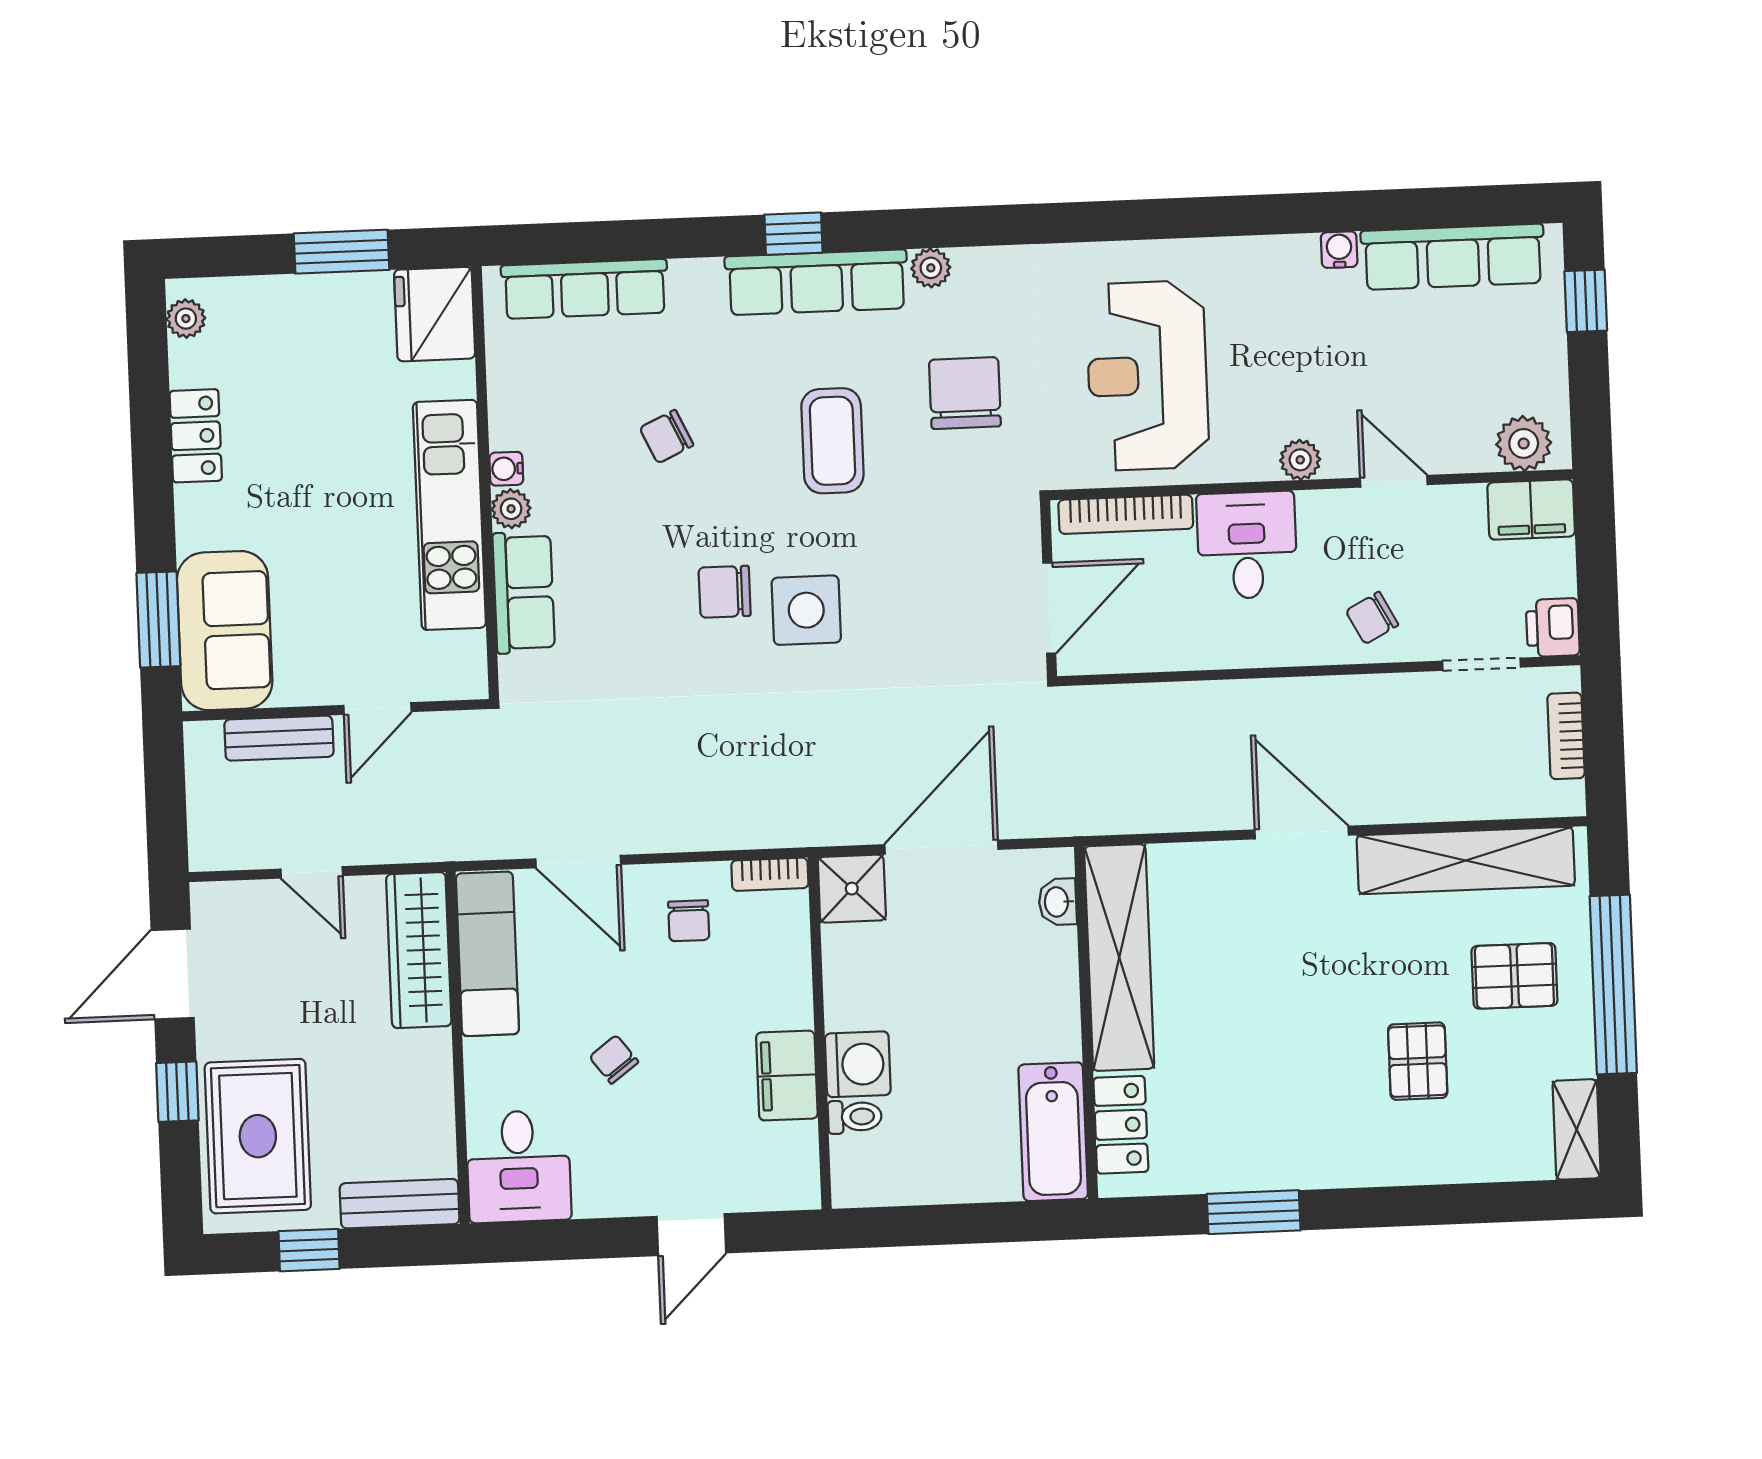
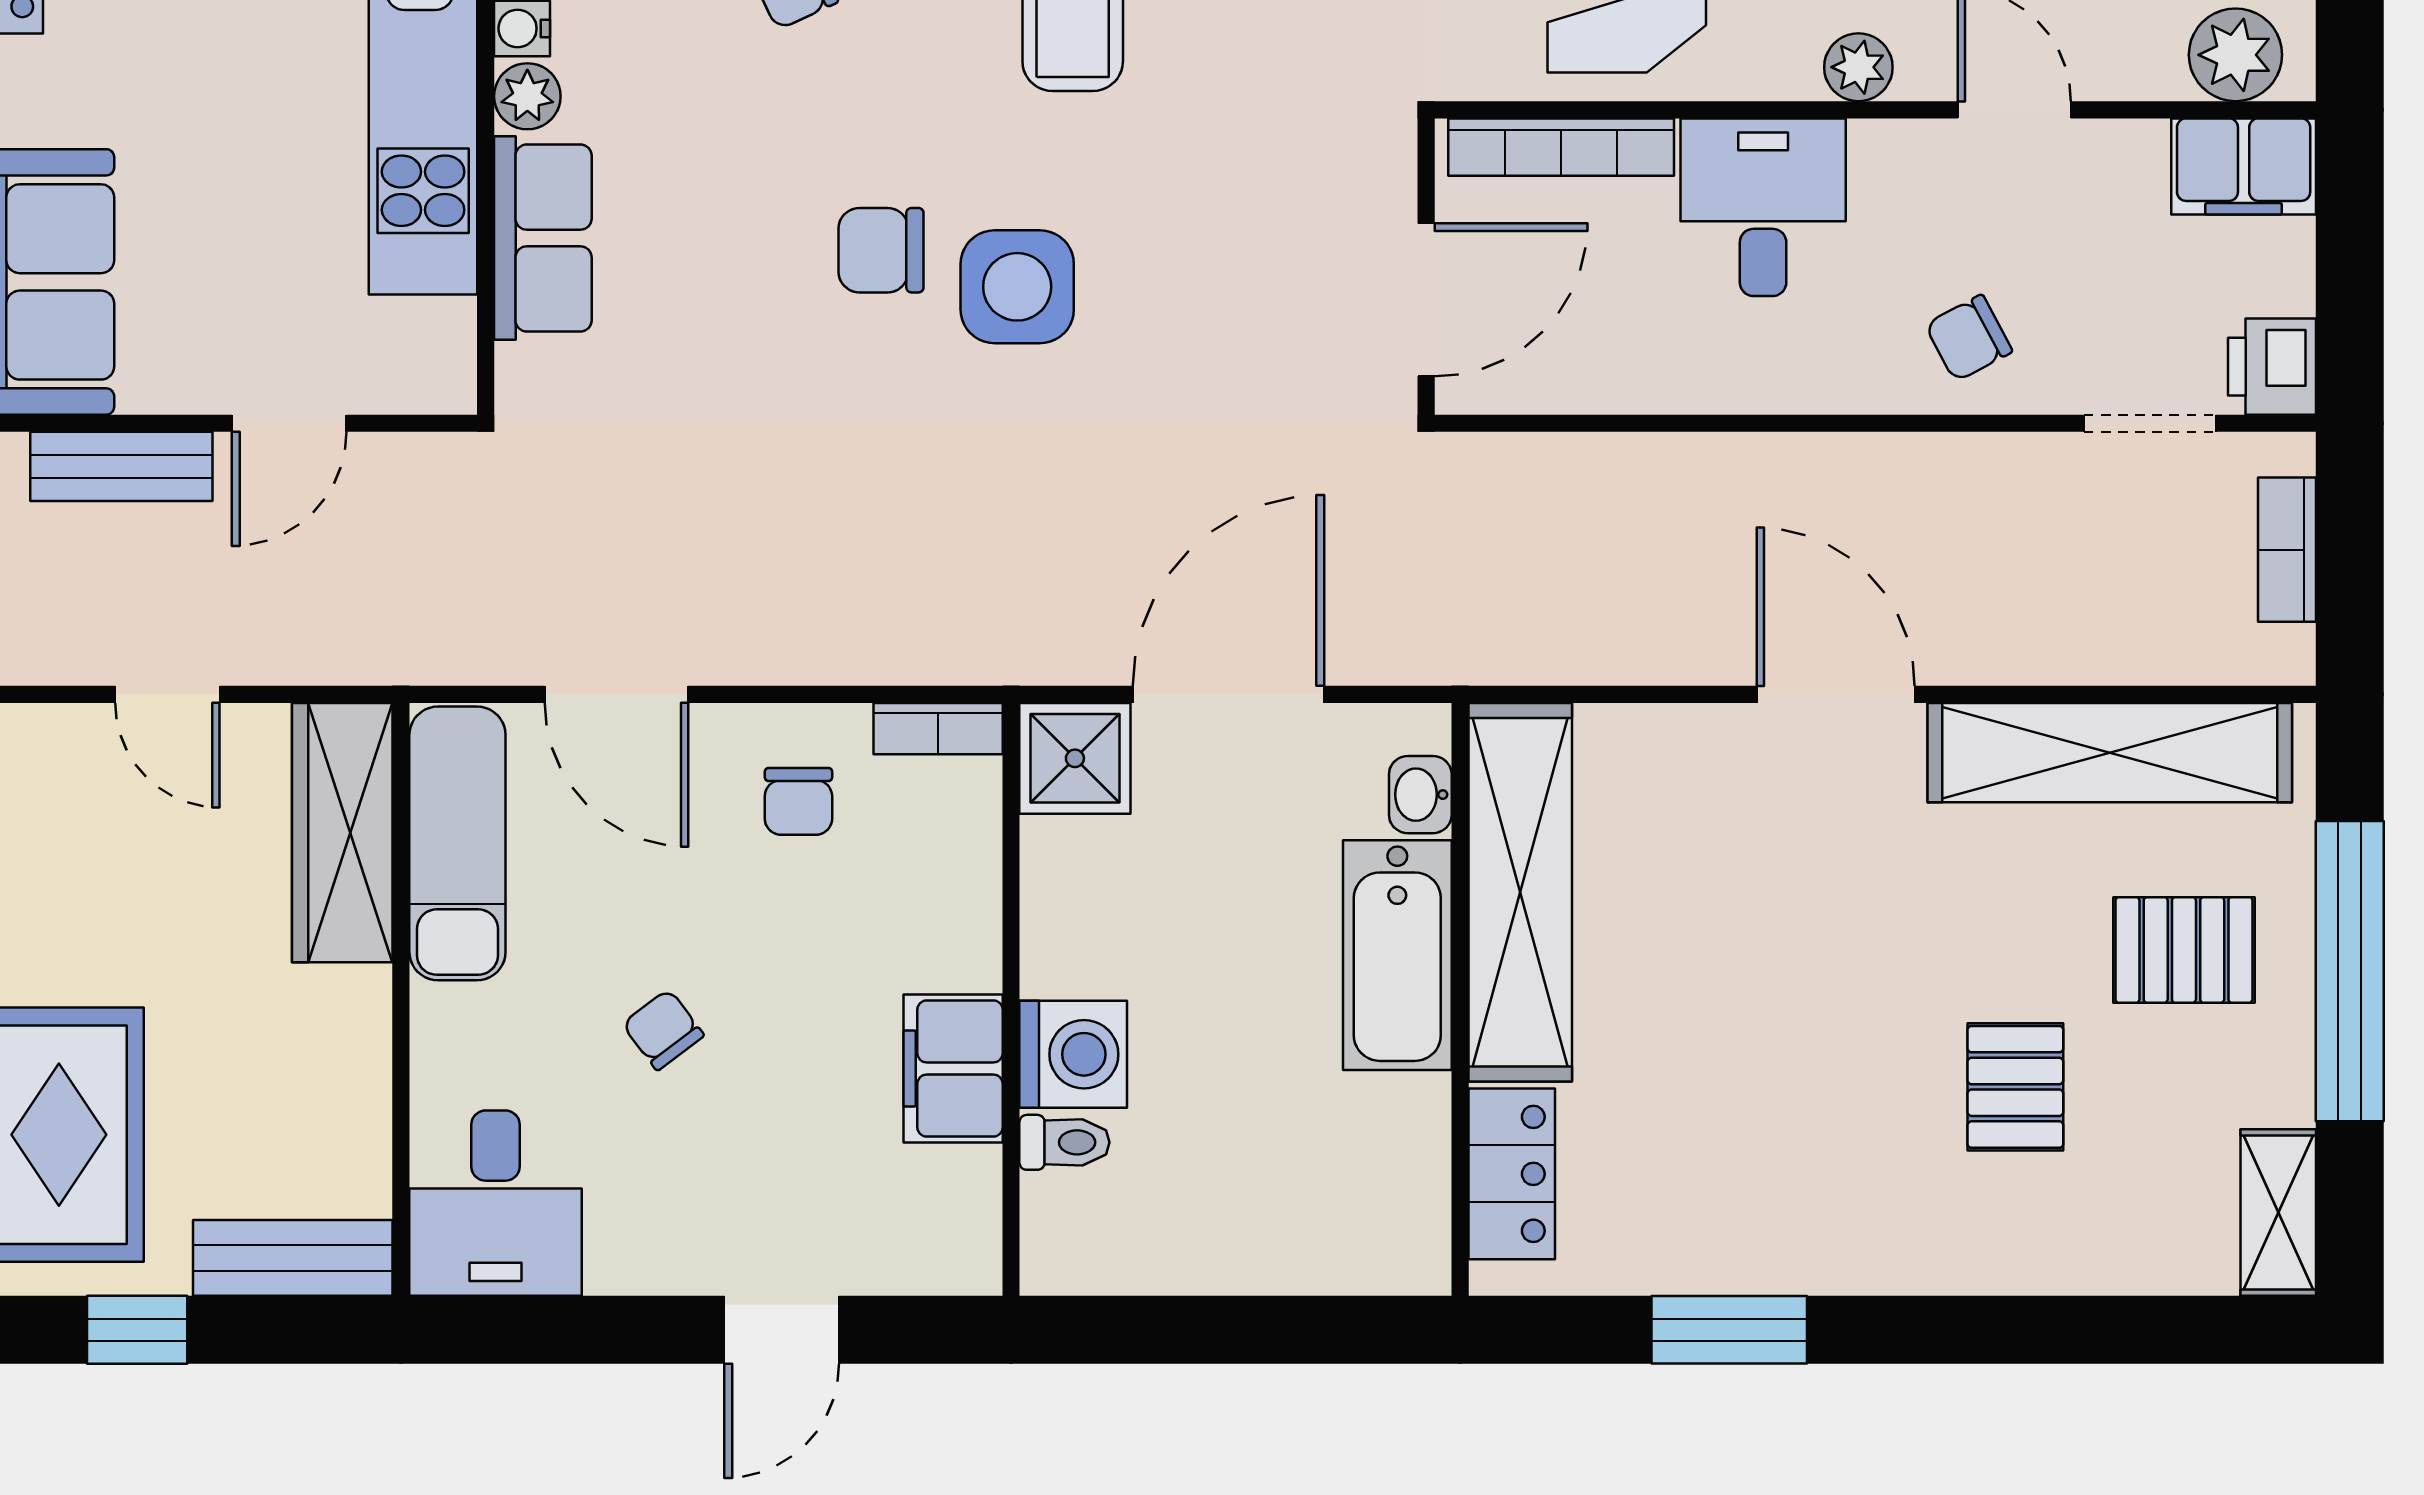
bathtub: (1053, 1132) -> (1397, 955), moved

